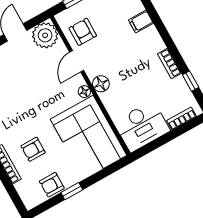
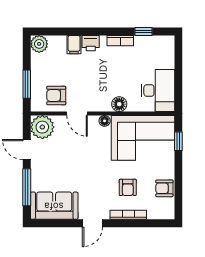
printer: (151, 37) -> (91, 43), added
floor lamp: (101, 84) -> (119, 104), moved
bookcase: (182, 119) -> (169, 55), removed
armchair: (52, 185) -> (164, 188), turned 90
window: (72, 191) -> (178, 141), moved

